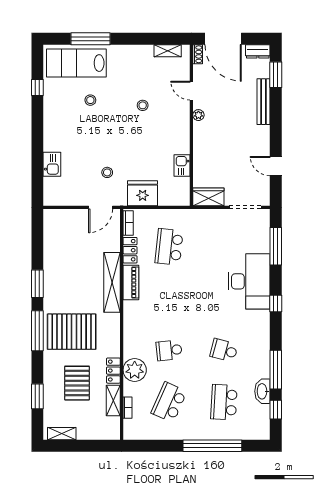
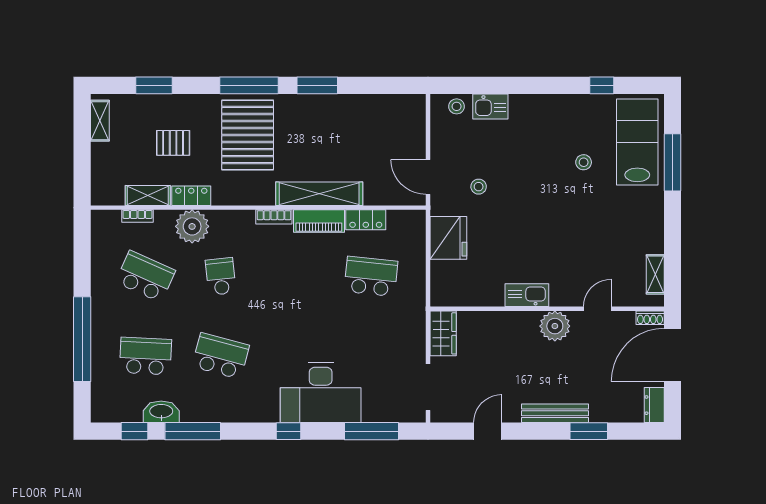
window: (276, 75) -> (589, 431), moved
bench: (263, 102) -> (555, 413), moved
stool: (143, 105) -> (457, 106), moved
plant: (198, 115) -> (555, 326), width x1.87, depth x1.87
kitchen sink: (182, 165) -> (527, 295), moved, width x1.38
bookcase: (128, 223) -> (274, 217), moved
school desk: (224, 350) -> (221, 356), width x1.85
pallet: (77, 383) -> (173, 143), width x0.67, depth x0.71

